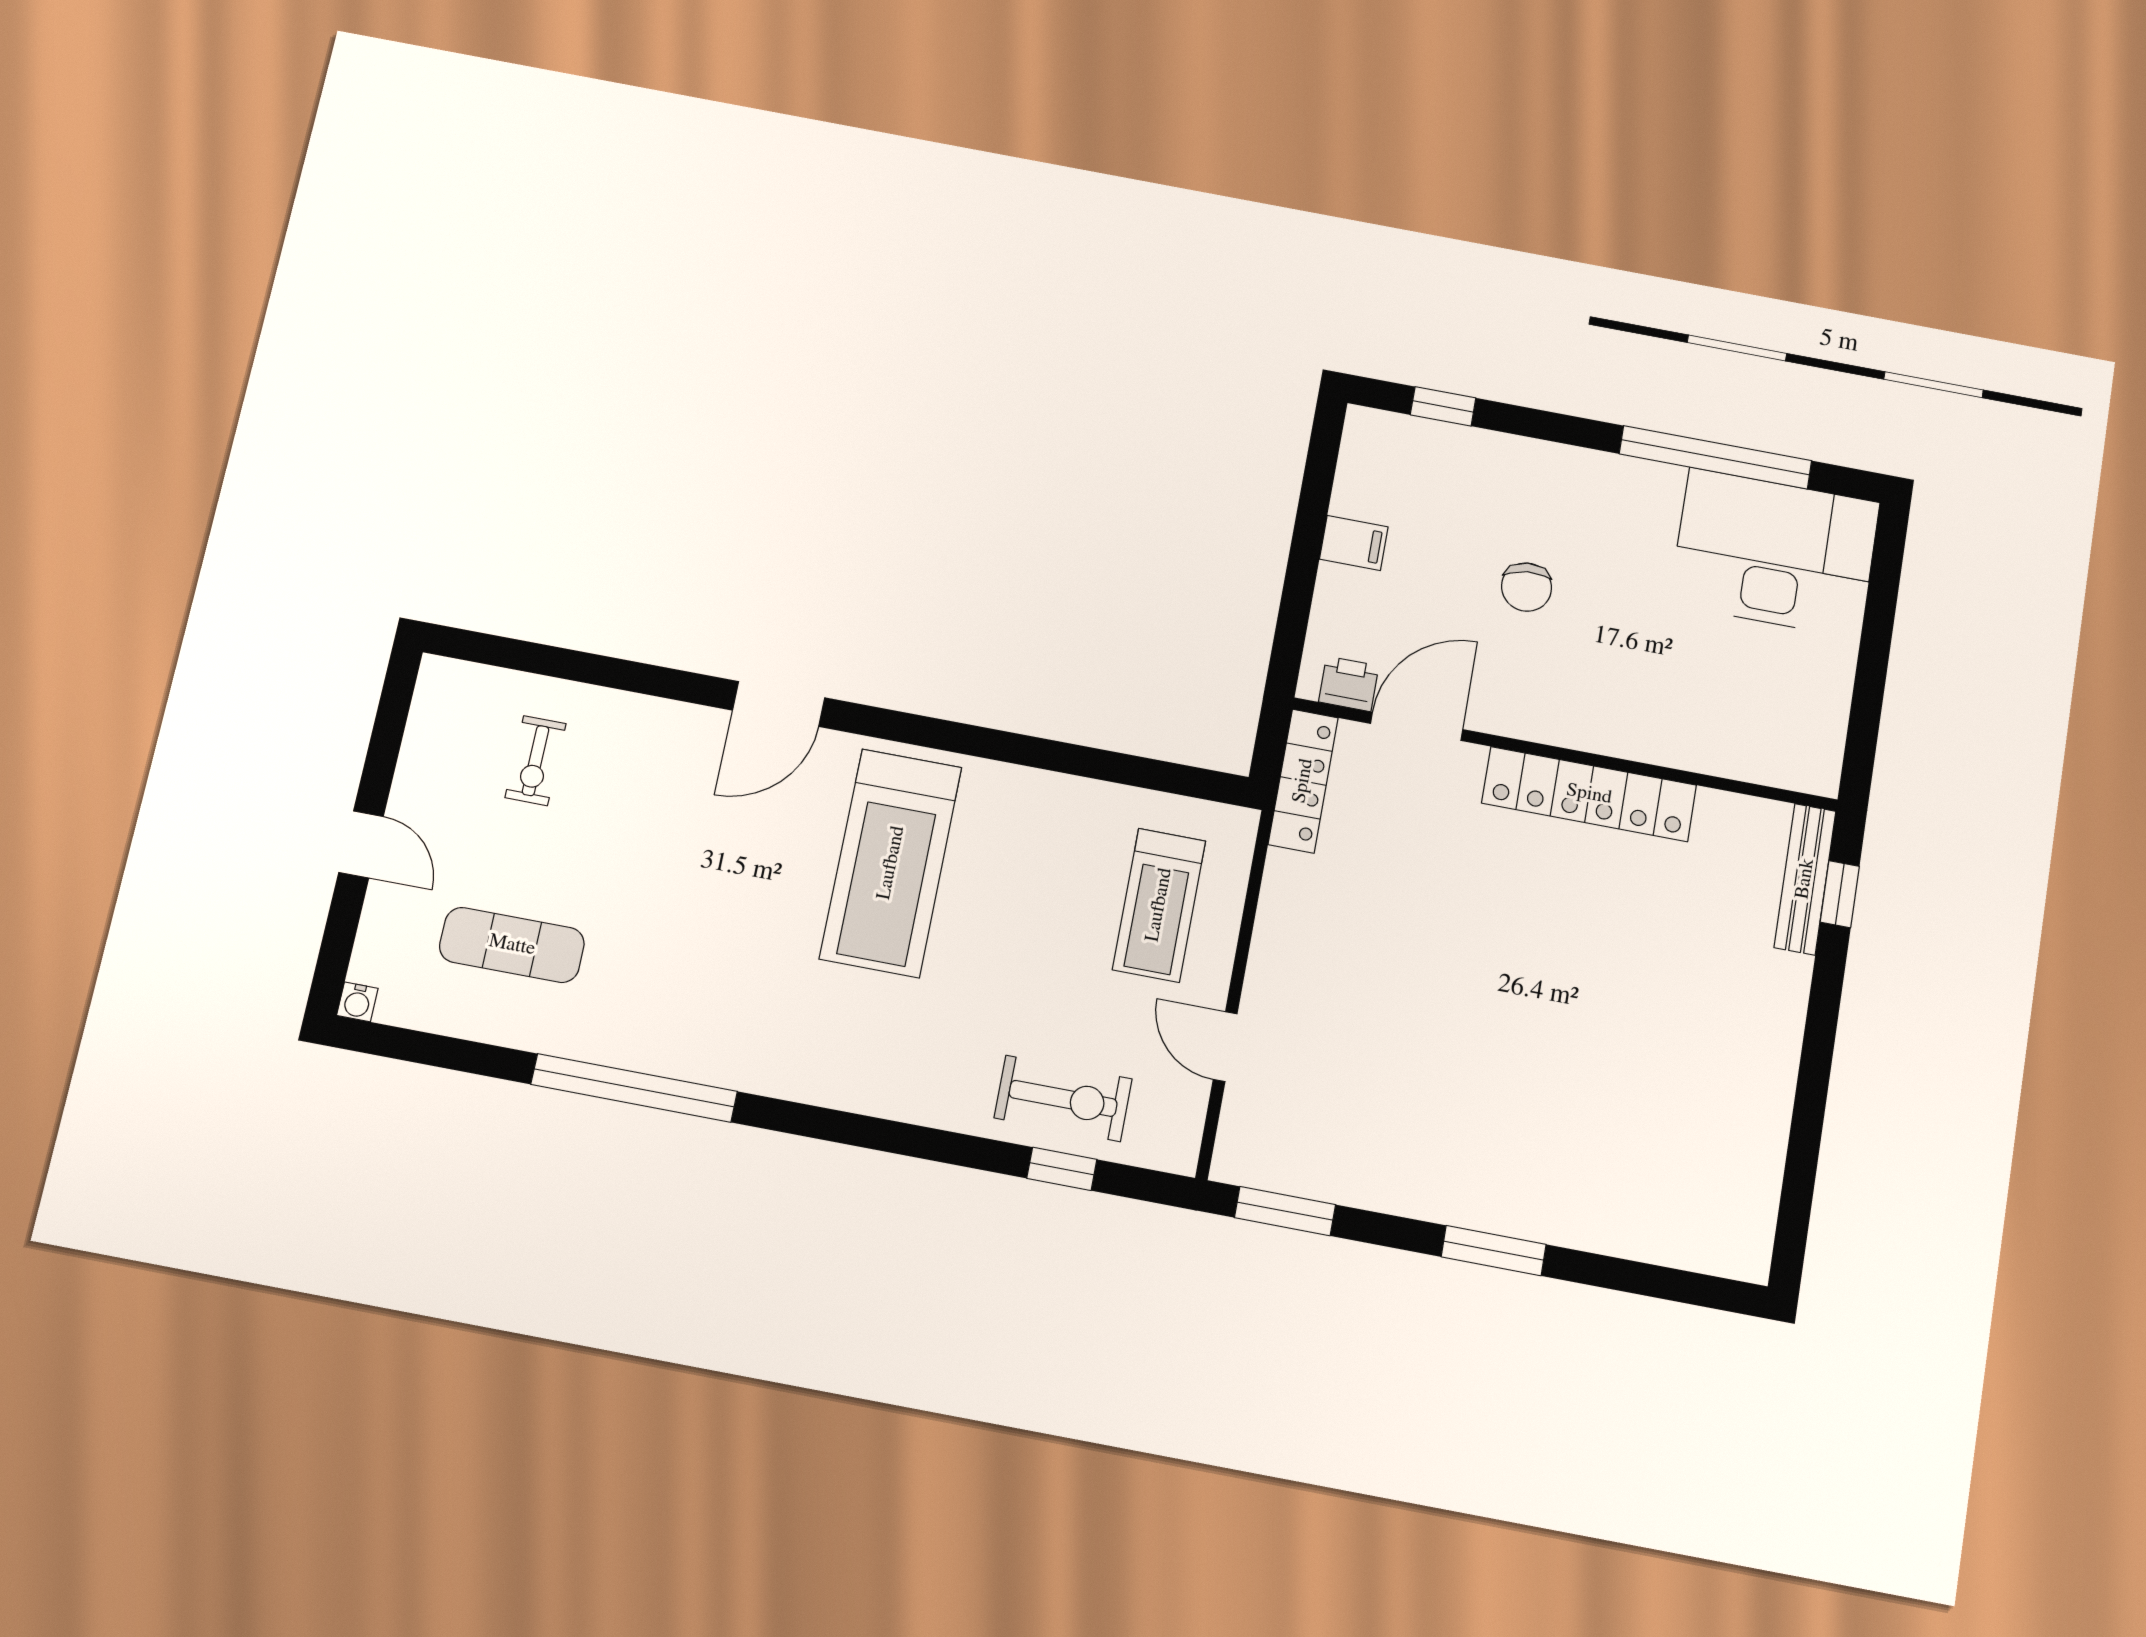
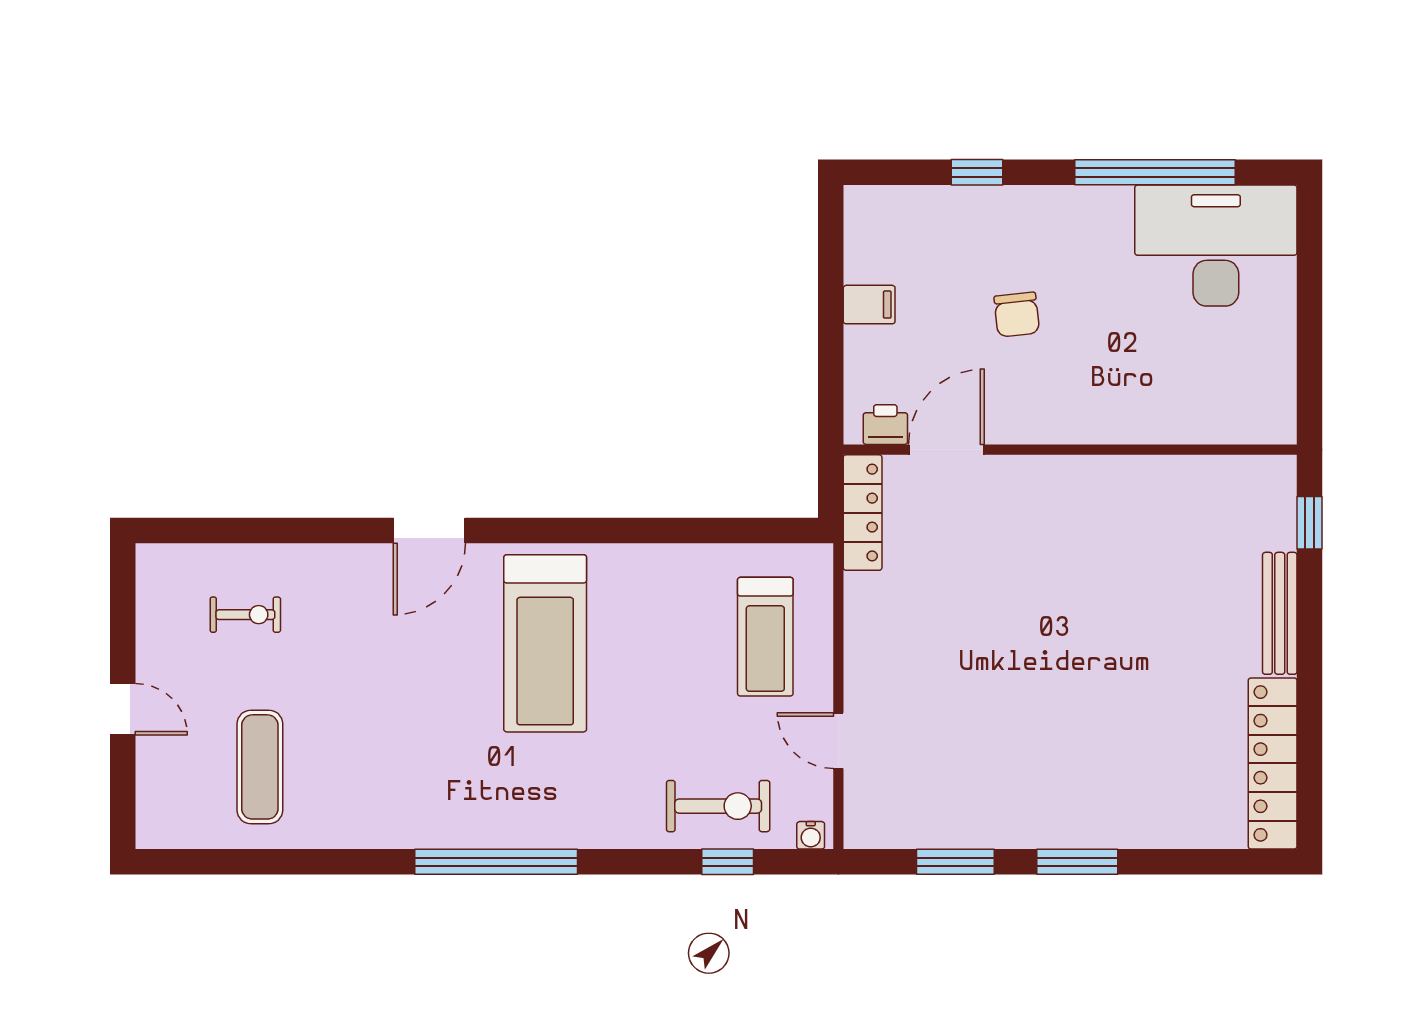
window: (1443, 406) -> (977, 172), moved
exercise bike: (536, 761) -> (245, 615), turned -90
locker: (1589, 794) -> (1273, 763), moved, turned 90
bench: (1805, 879) -> (1280, 613), moved
exercise mat: (512, 945) -> (260, 767), turned 90
water cooler: (357, 1002) -> (811, 835), moved
window: (634, 1088) -> (496, 862), moved
window: (1285, 1211) -> (955, 862), moved

